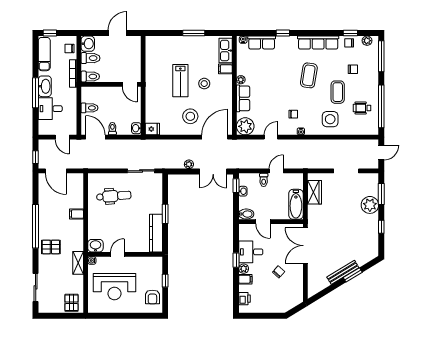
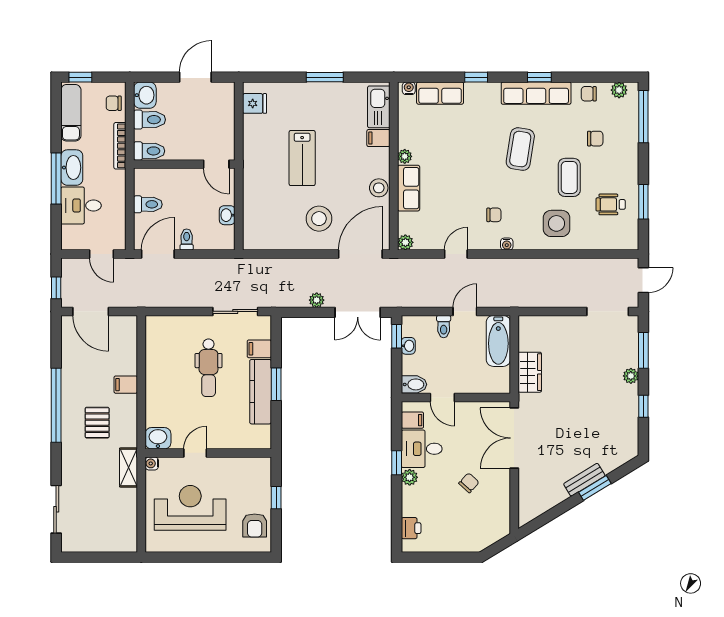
window: (350, 33) -> (539, 77), moved
stool: (204, 84) -> (379, 188), moved
window: (381, 106) -> (643, 202), width x0.47
plant: (245, 126) -> (405, 242), width x0.53, depth x0.53
washbasin: (136, 128) -> (227, 215), moved
fridge: (152, 129) -> (255, 103), moved
door: (95, 137) -> (158, 254), hinge flipped
doorway: (346, 171) -> (608, 311), moved
wardrobe: (314, 192) -> (530, 372), moved
filing cabinet: (155, 193) -> (259, 349), added
dental chair: (114, 196) -> (209, 368), moved, turned 94
bathtub: (296, 204) -> (498, 341), moved
plant: (370, 205) -> (631, 376), width x0.53, depth x0.53
kitchen counter: (156, 233) -> (261, 392), moved
pallet: (51, 247) -> (97, 423), moved, turned 90
bench: (343, 272) -> (584, 480), width x0.73
filing cabinet: (245, 279) -> (412, 420), moved
reception desk: (114, 287) -> (190, 508), turned 180
pallet: (71, 303) -> (117, 535), removed

